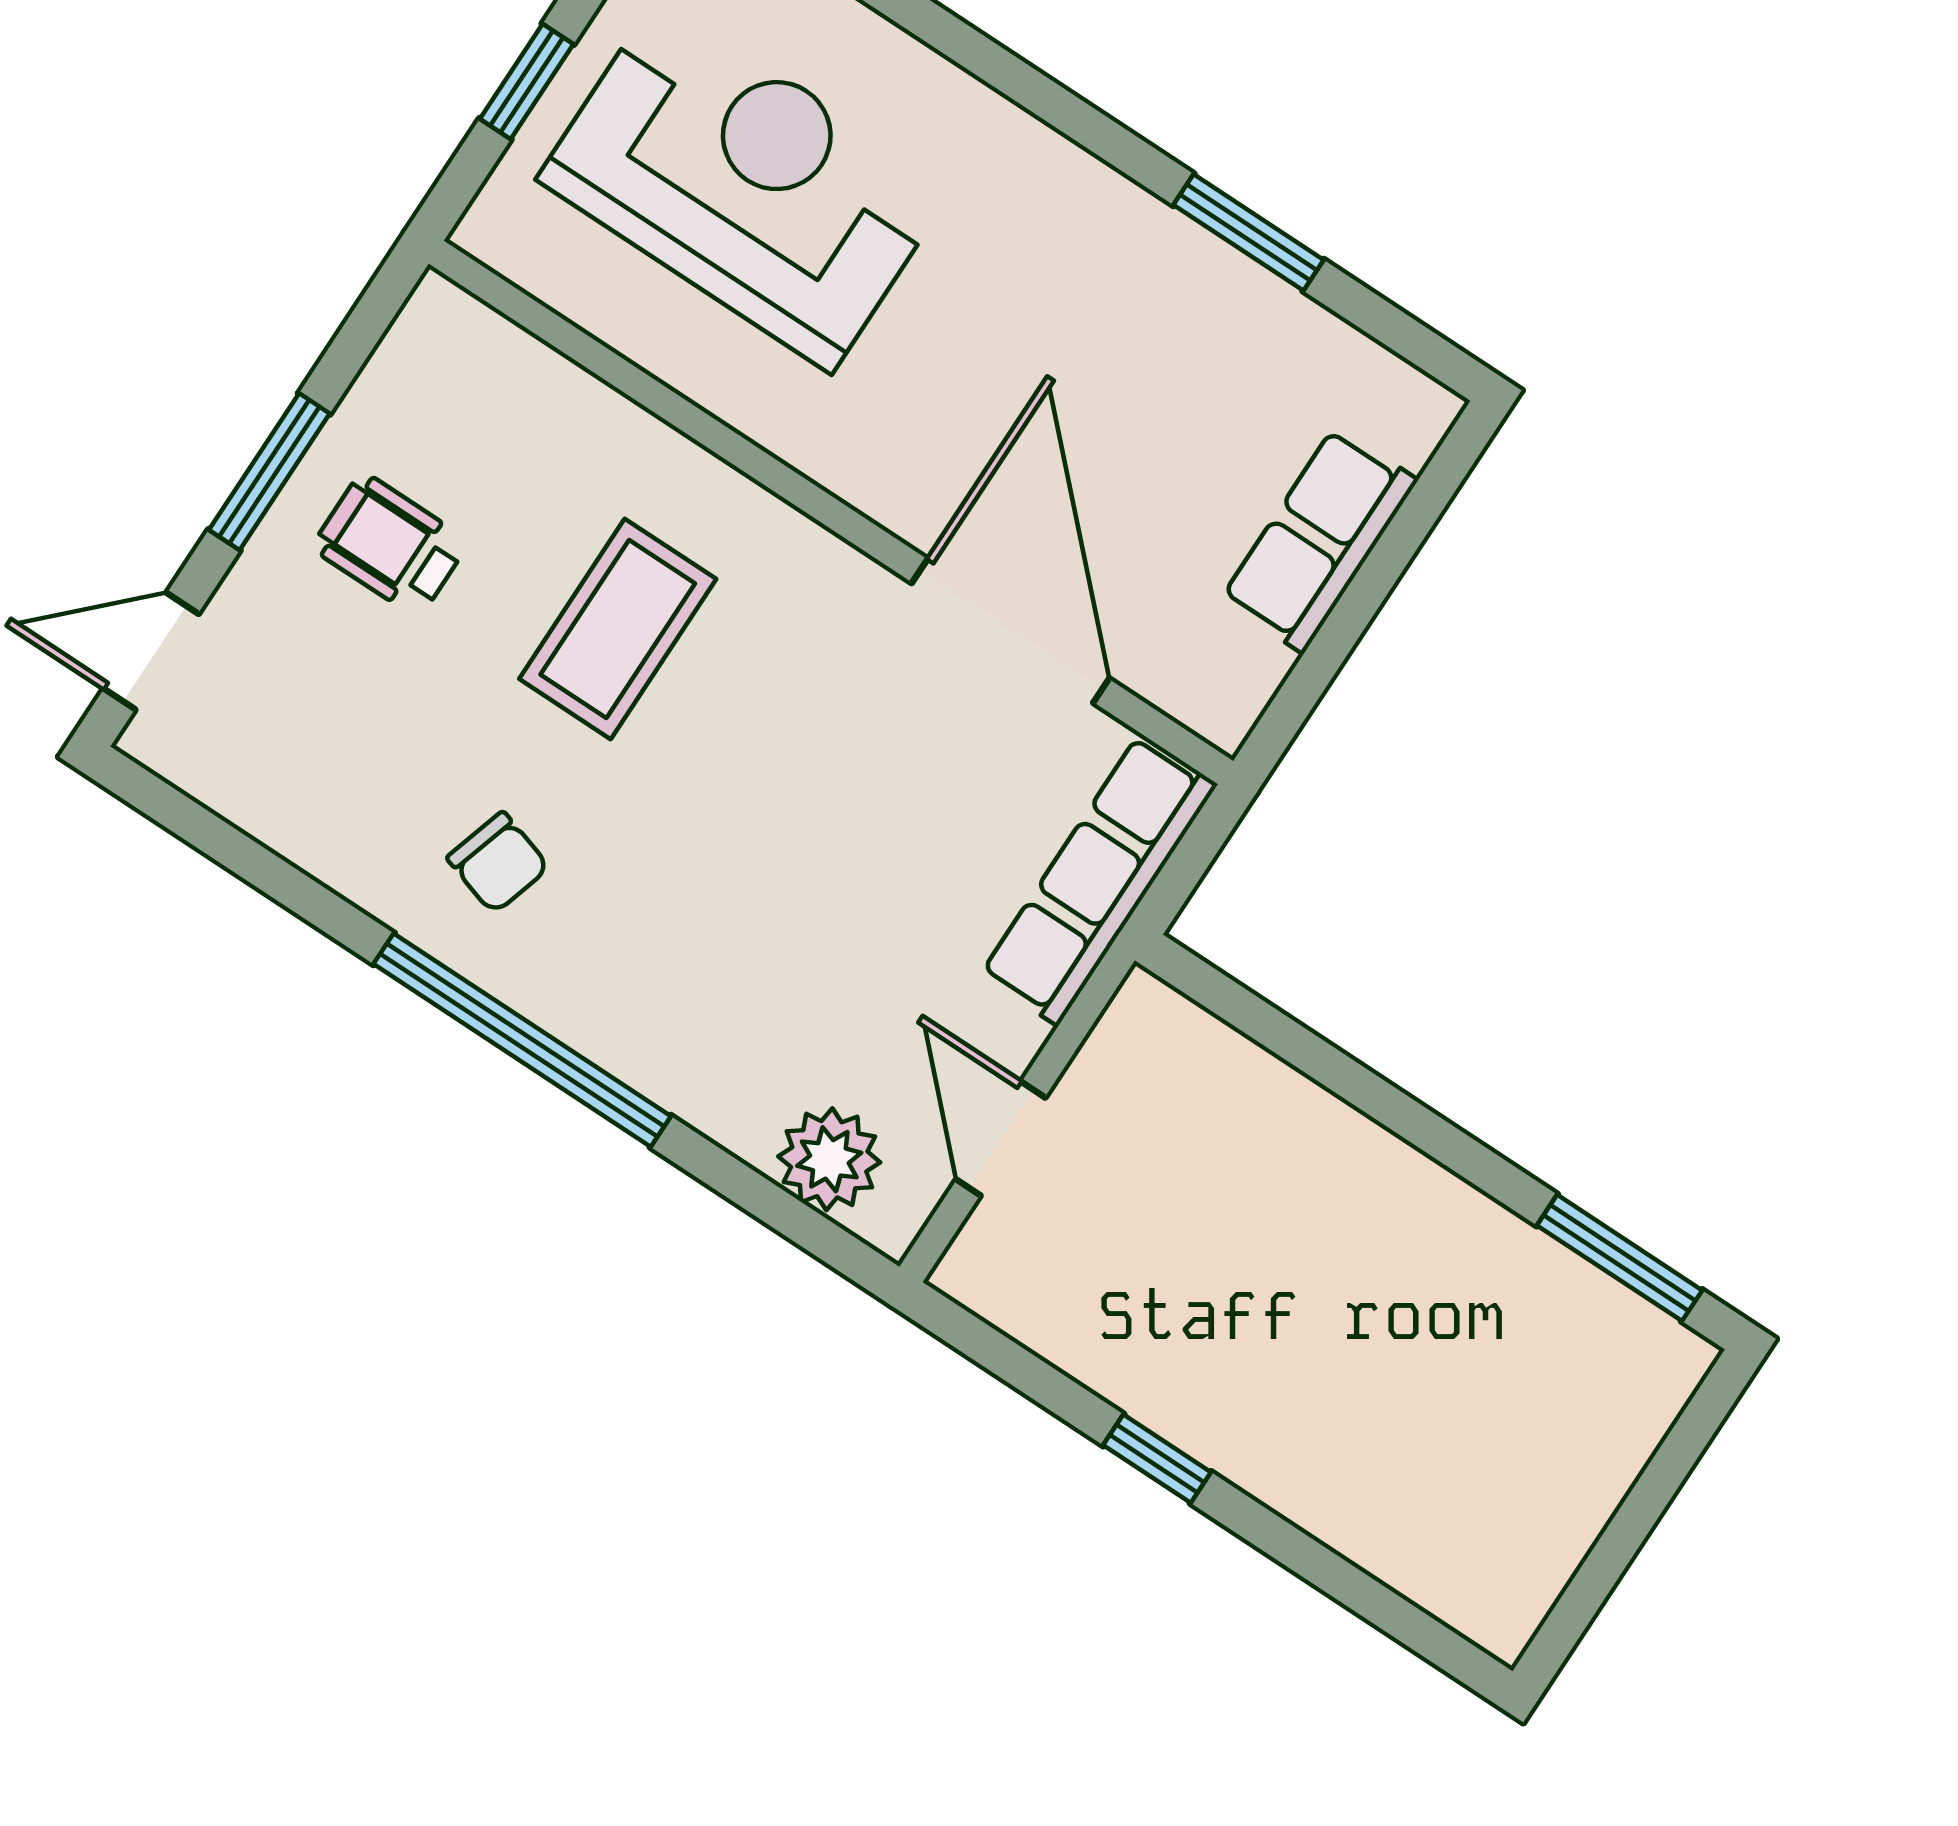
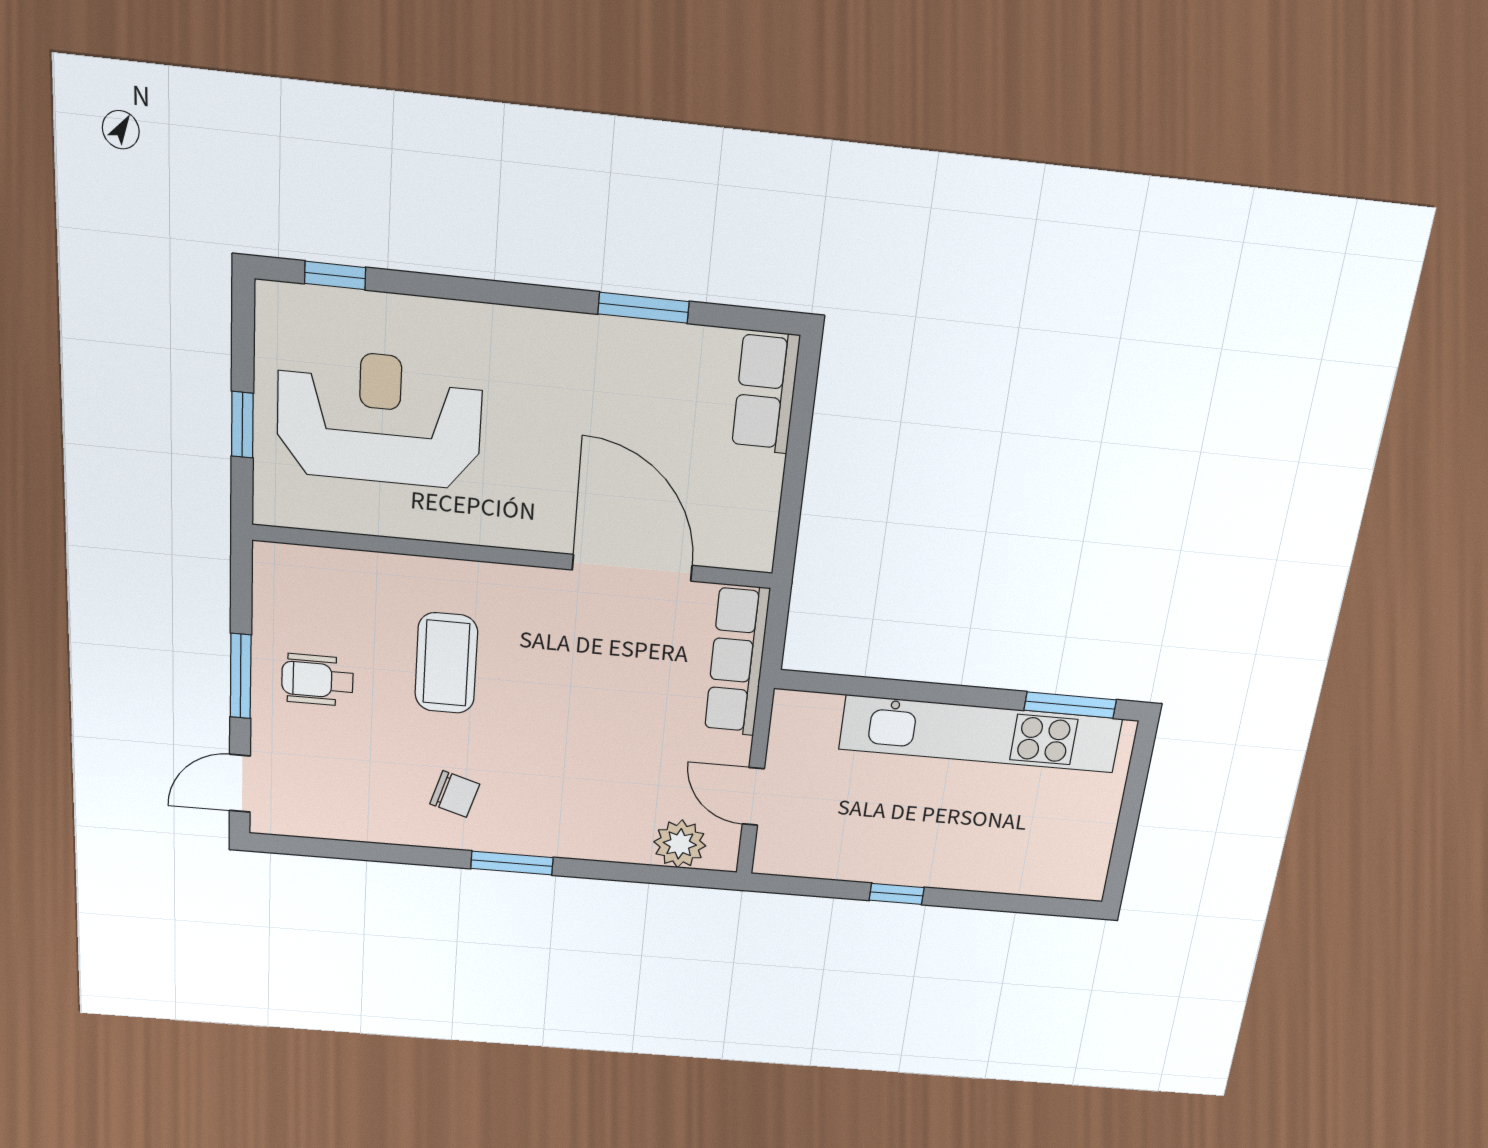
row of seats: (1319, 540) -> (766, 392), moved
window: (522, 1040) -> (512, 863), width x0.47
kitchen unit: (1444, 1230) -> (981, 734), added

